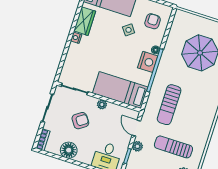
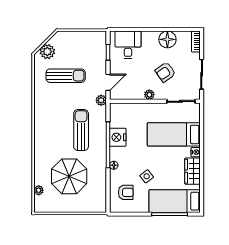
armchair: (153, 21) -> (126, 192), turned -90
nightstand: (148, 62) -> (118, 137), moved
bed: (120, 90) -> (174, 134), moved, turned 180
sun lounger: (169, 105) -> (81, 130), moved
door: (136, 128) -> (108, 82), hinge flipped
plant: (137, 146) -> (101, 100), moved

